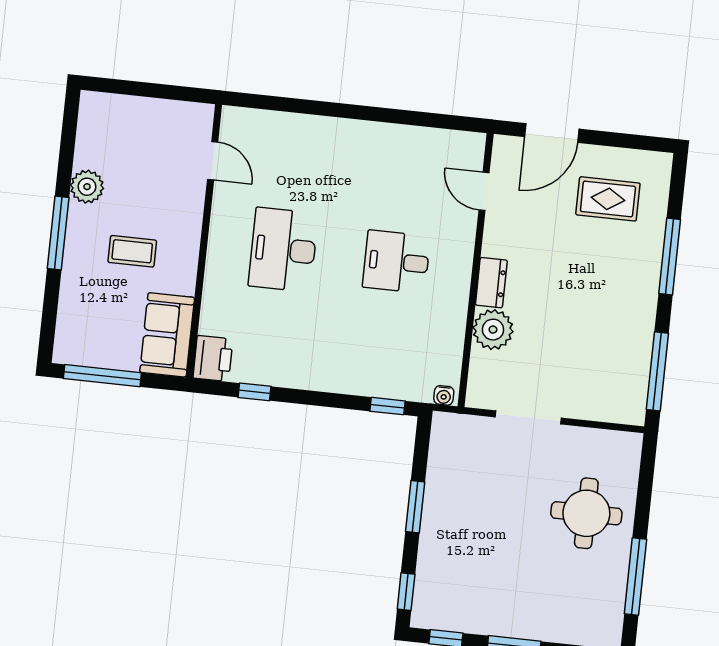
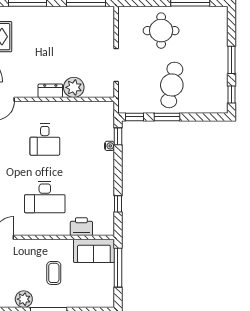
printer: (213, 359) -> (81, 227), moved
window: (102, 376) -> (118, 268), moved
water cooler: (444, 395) -> (110, 146), moved
cafe table: (477, 523) -> (172, 85), added
window: (406, 592) -> (134, 117), moved

